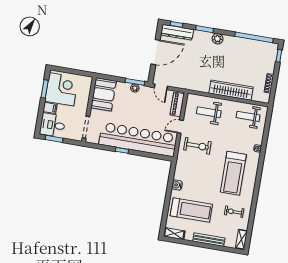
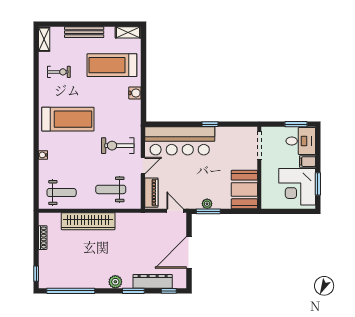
dresser: (177, 32) -> (153, 281), moved
weight bench: (209, 112) -> (111, 189), turned 180
bar counter: (138, 140) -> (180, 141), width x0.73
treadmill: (233, 173) -> (68, 119), turned 90

